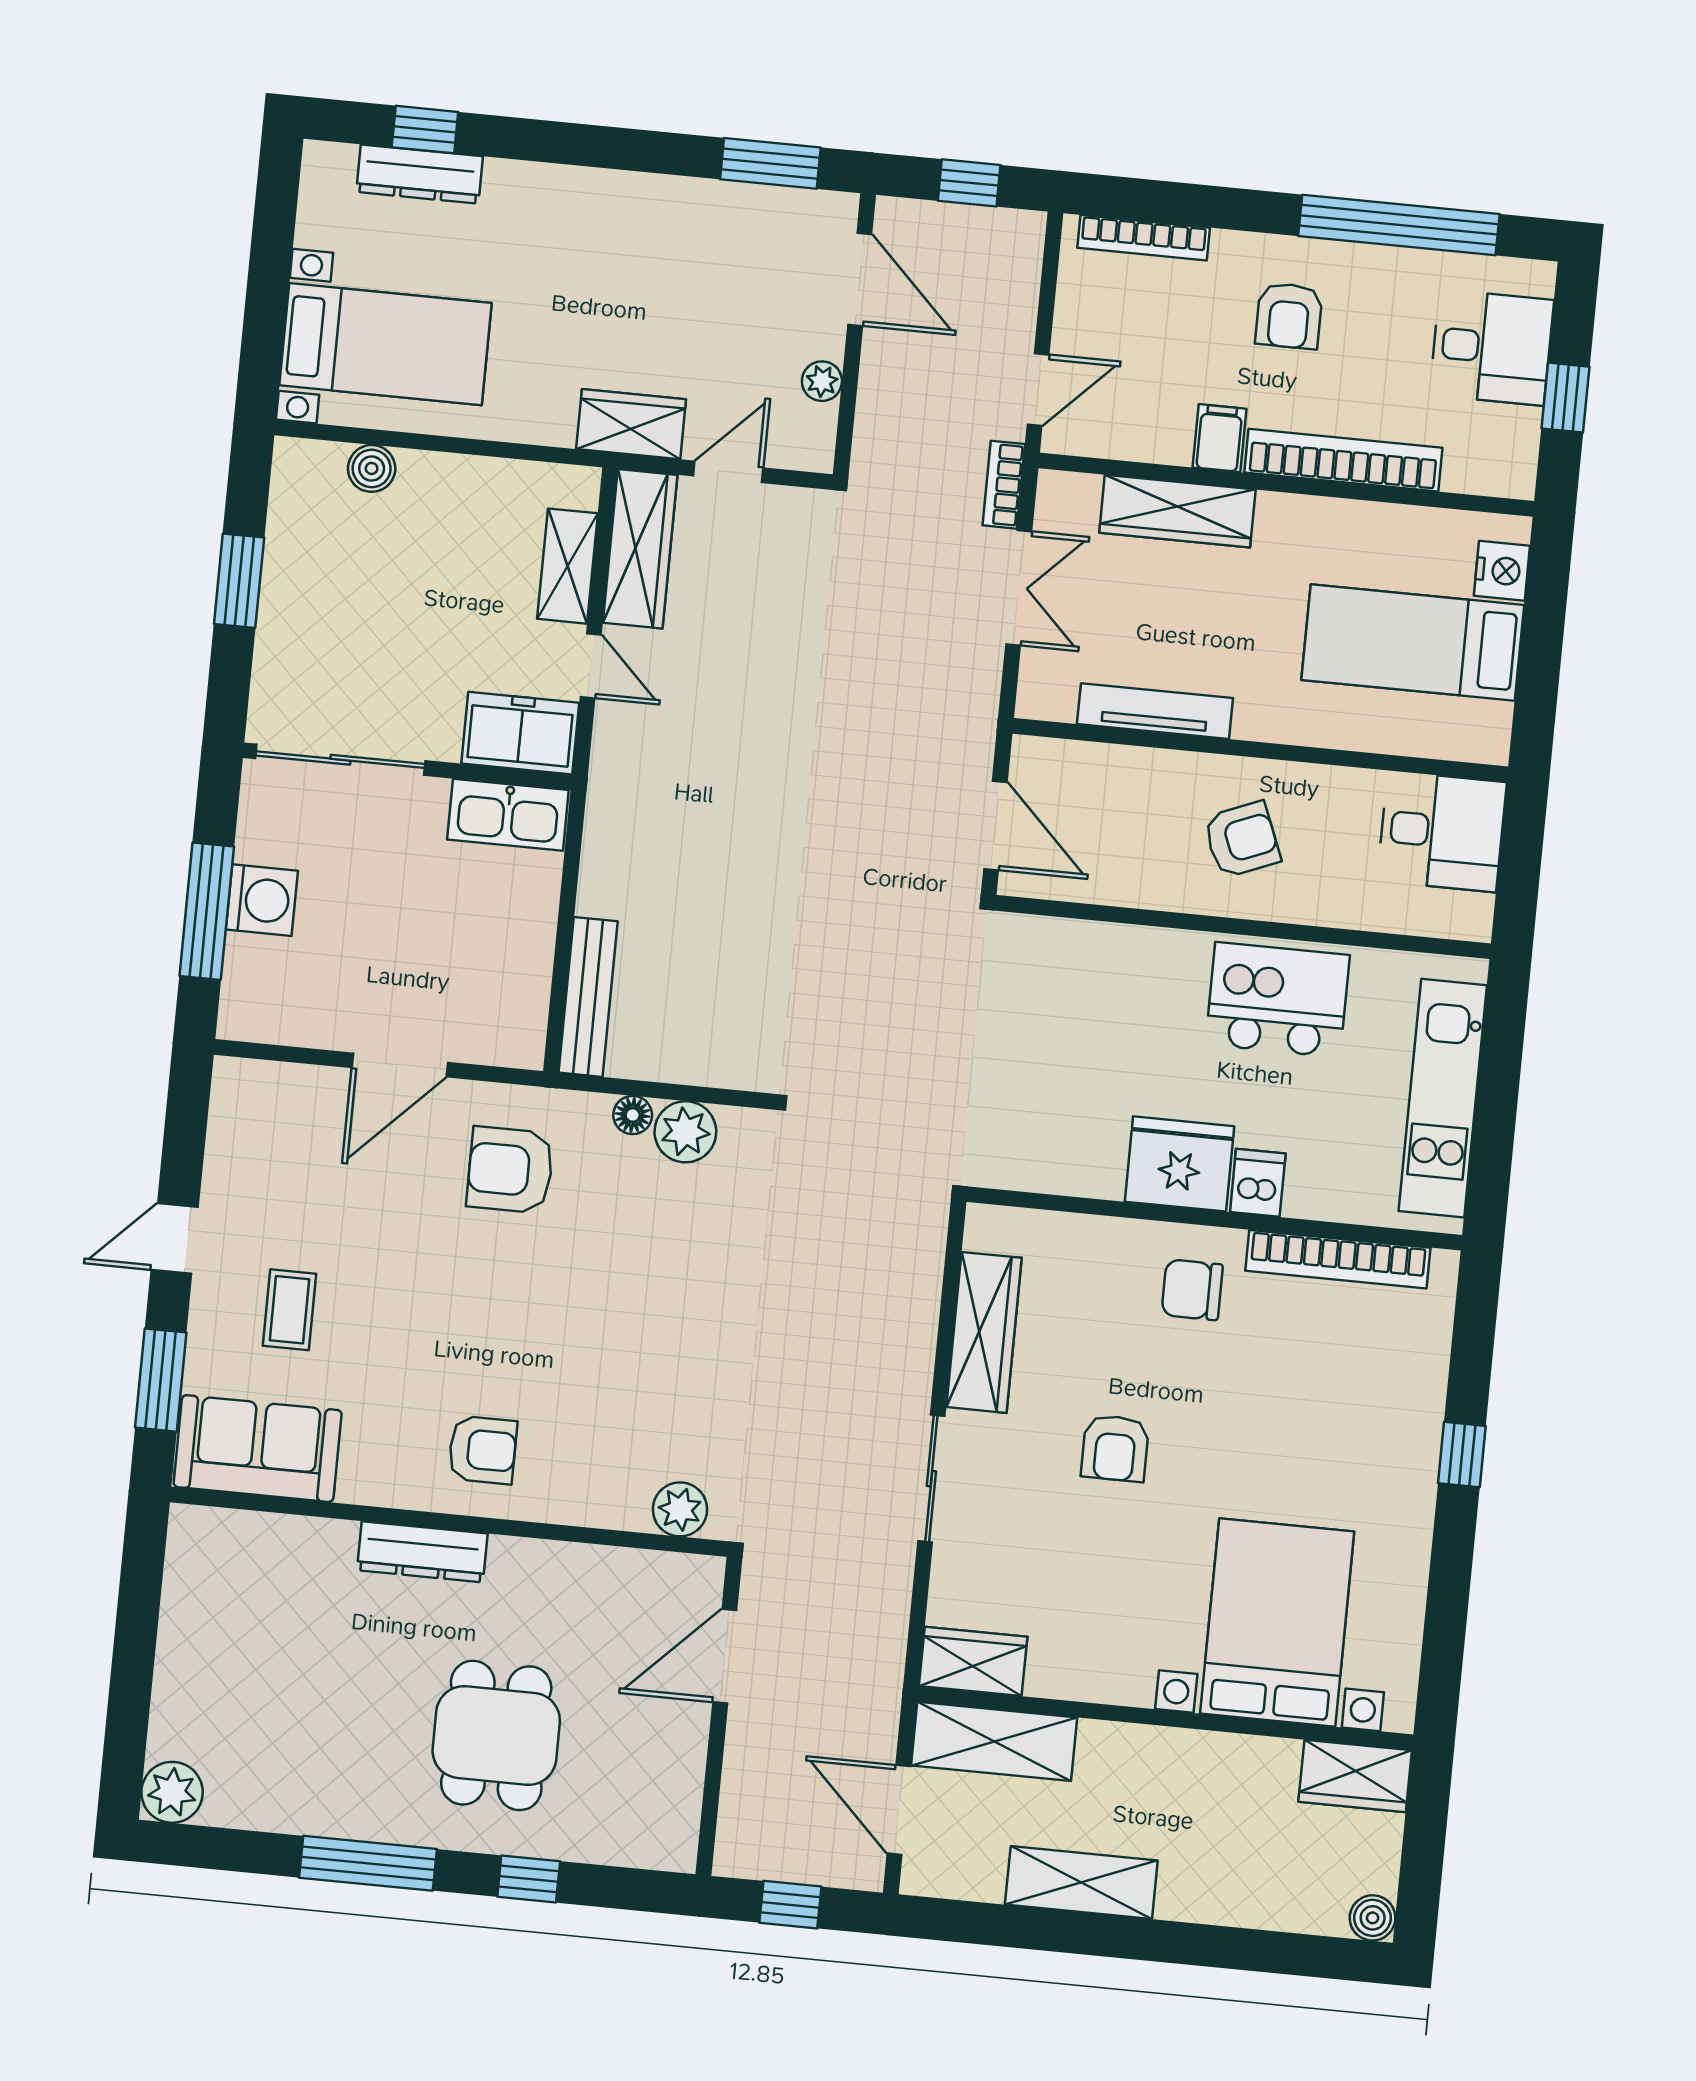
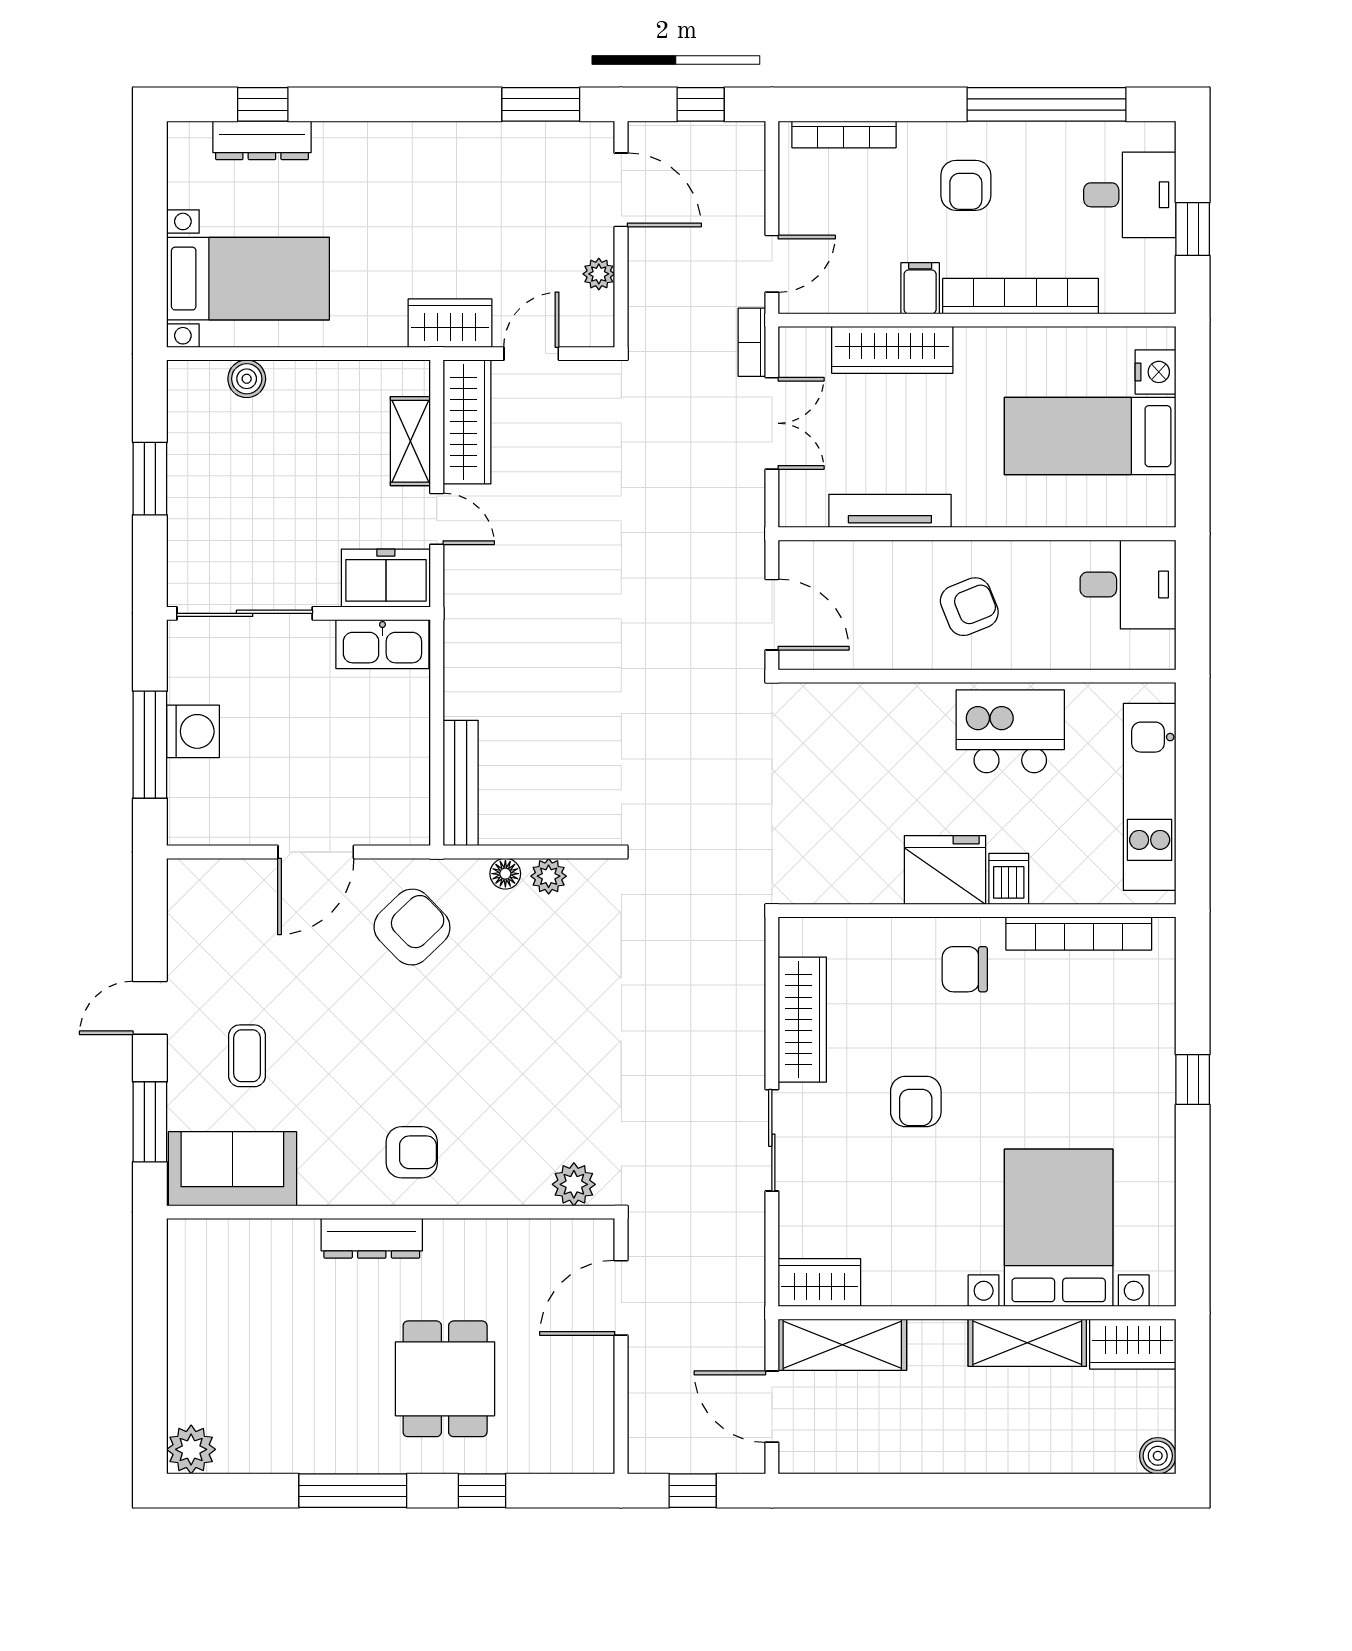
plant: (685, 1132) -> (549, 876), width x0.73, depth x0.73
armchair: (510, 1170) -> (412, 927), turned 136
shelving: (1081, 1883) -> (1027, 1343), moved

